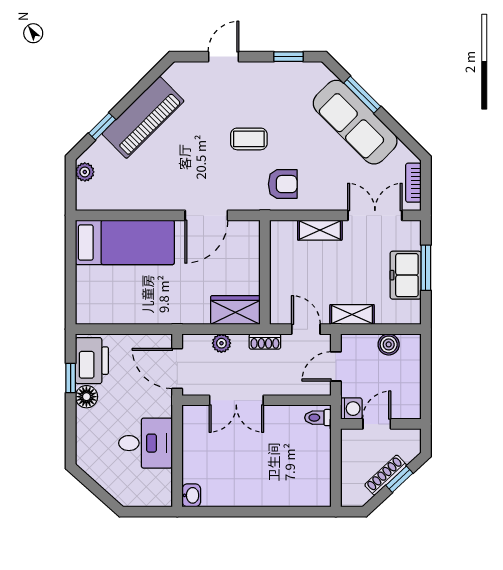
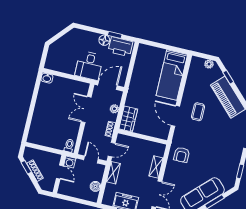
coffee table: (249, 139) -> (198, 112), moved
desk: (146, 443) -> (89, 66), moved
window: (399, 479) -> (26, 167), moved

